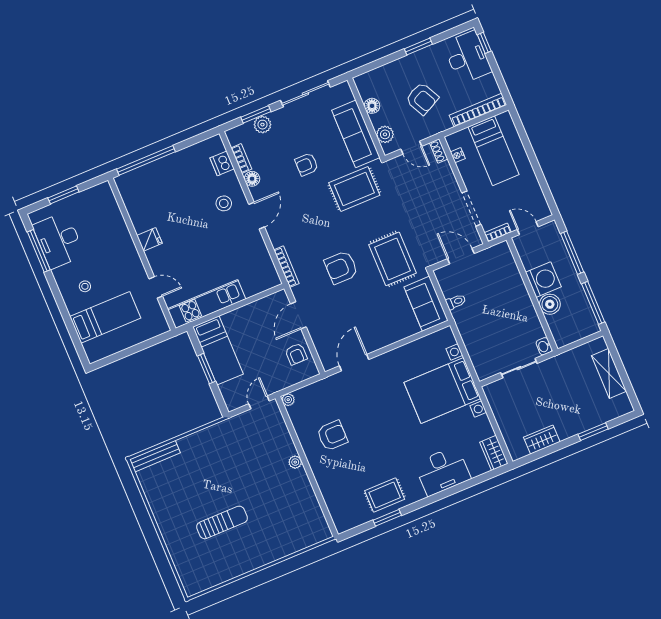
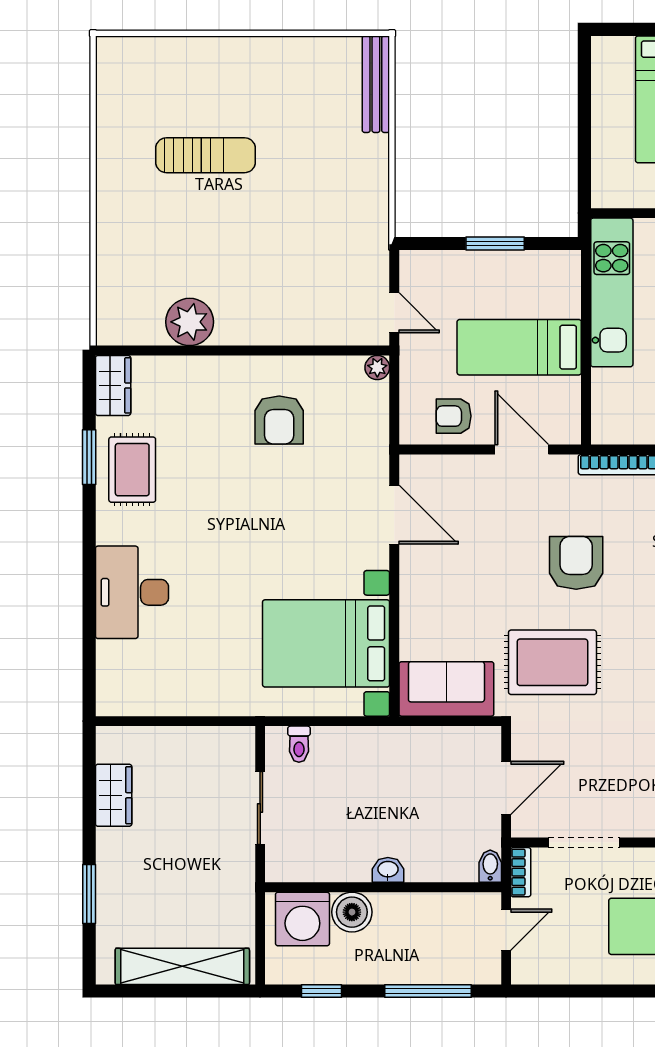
bidet: (501, 248) -> (490, 866), added
washing machine: (543, 280) -> (302, 919), moved
toilet: (456, 302) -> (299, 744), moved
window: (593, 303) -> (322, 991), width x0.46
washbasin: (544, 346) -> (388, 870), moved
bed: (218, 350) -> (519, 347), moved
shelving: (609, 373) -> (182, 966), width x1.47
bed with nightstands: (442, 390) -> (326, 643), moved, turned -90
wardrobe: (494, 453) -> (113, 385), moved, turned 90
plant: (295, 462) -> (190, 322), moved, width x1.87, depth x1.87
sun lounger: (222, 522) -> (206, 155), turned -90

